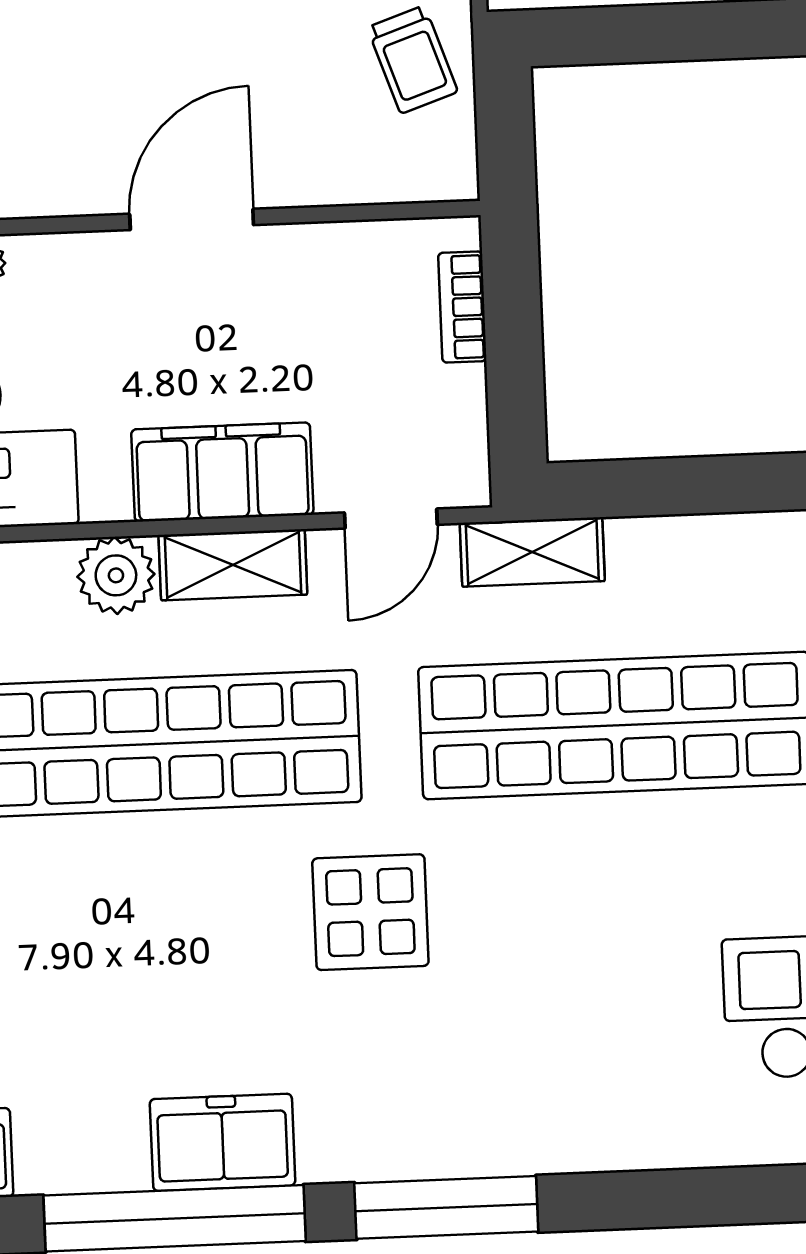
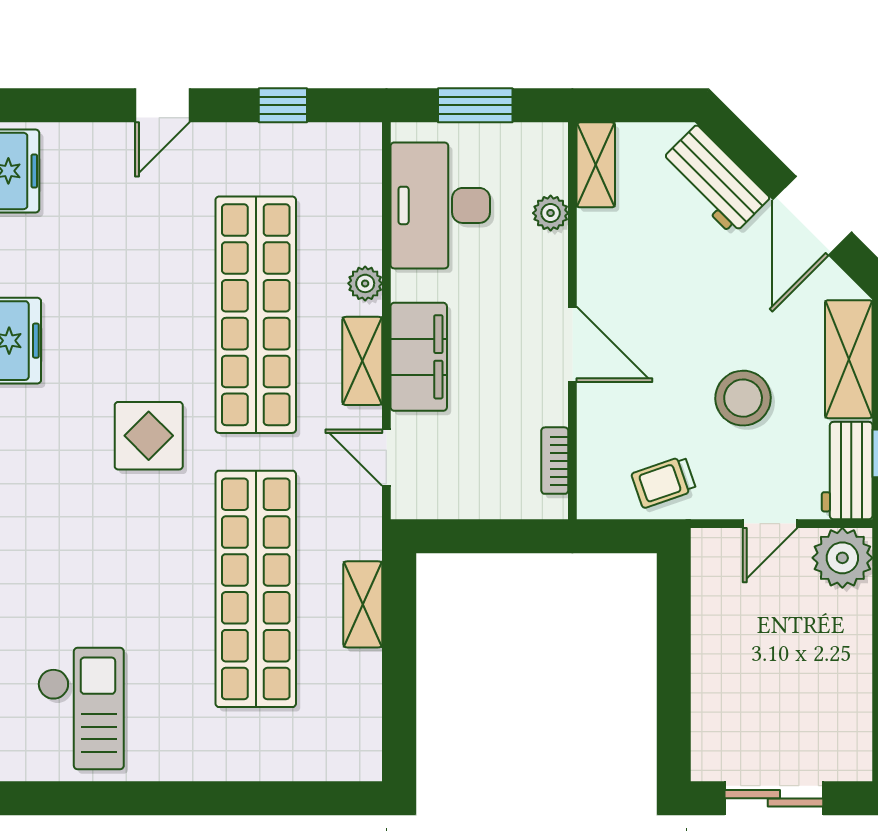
bookcase: (462, 307) -> (555, 461), moved, turned -90
shelving: (532, 552) -> (363, 604), moved
plant: (116, 575) -> (365, 283), width x0.73, depth x0.73

